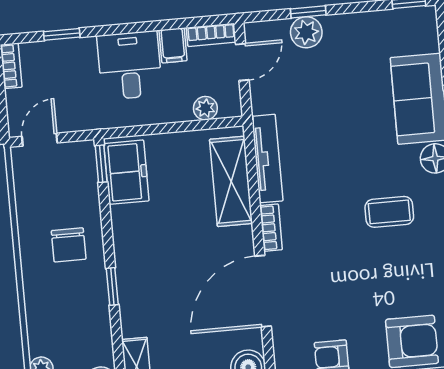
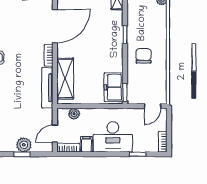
desk: (130, 65) -> (113, 137), width x1.37

